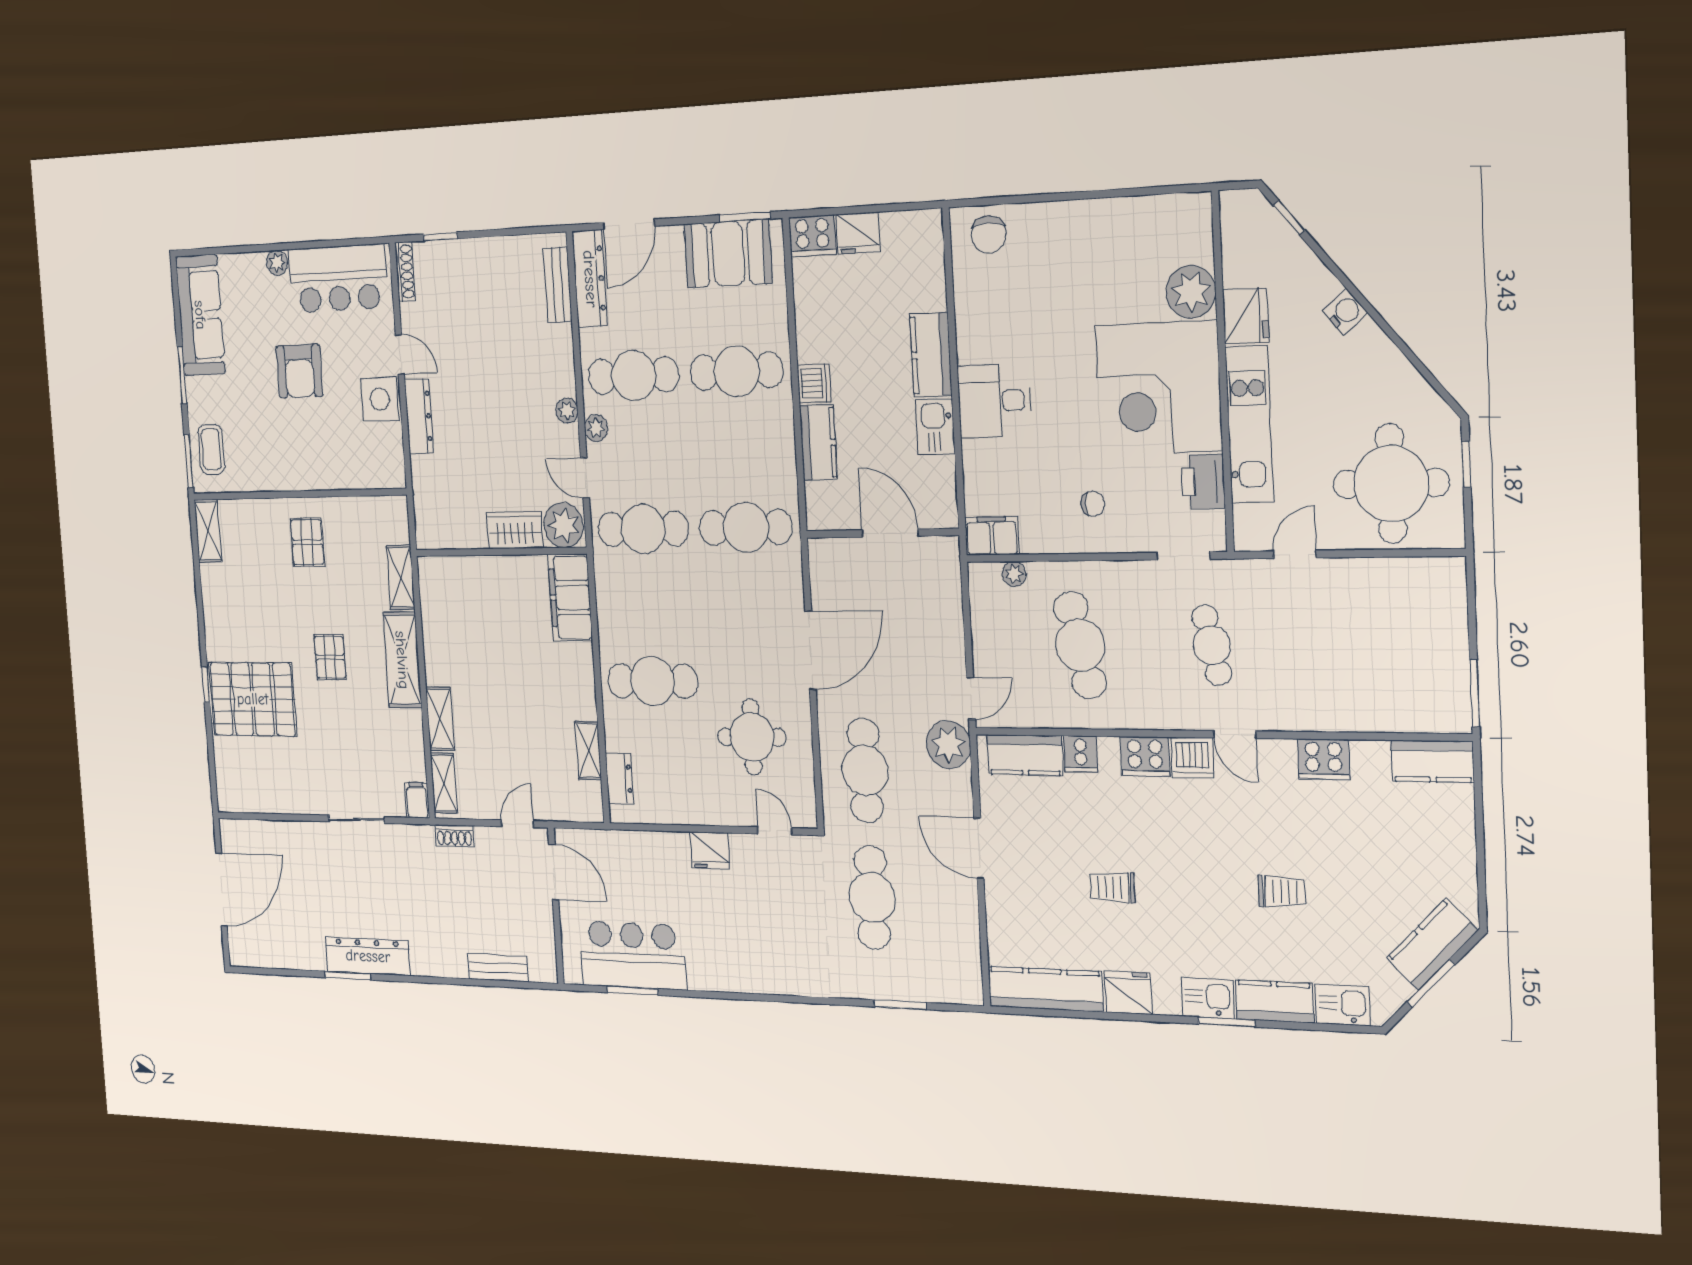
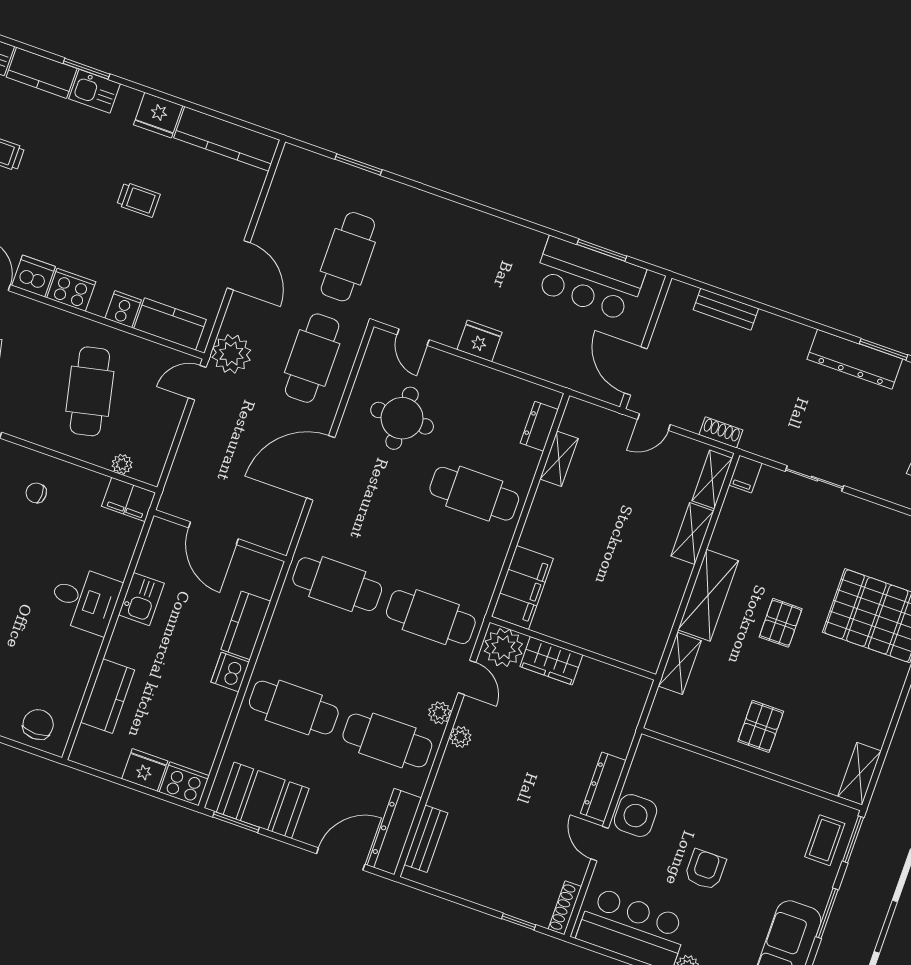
kitchen counter: (931, 355) -> (108, 696), moved
armchair: (299, 371) -> (705, 870), width x0.72, depth x0.72

